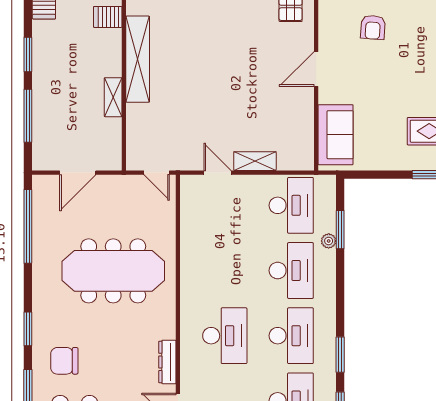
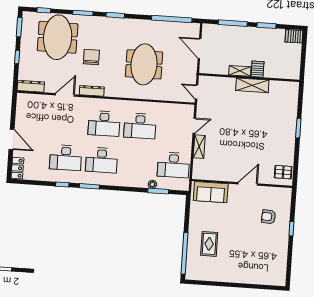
server rack: (108, 17) -> (258, 69), moved
shelving: (138, 59) -> (252, 85), width x0.68
door: (316, 69) -> (248, 184), hinge flipped
door: (157, 173) -> (197, 92), hinge flipped
meeting table: (113, 271) -> (144, 64), width x0.73
desk: (291, 271) -> (140, 126), moved
chair: (64, 361) -> (91, 57), moved

